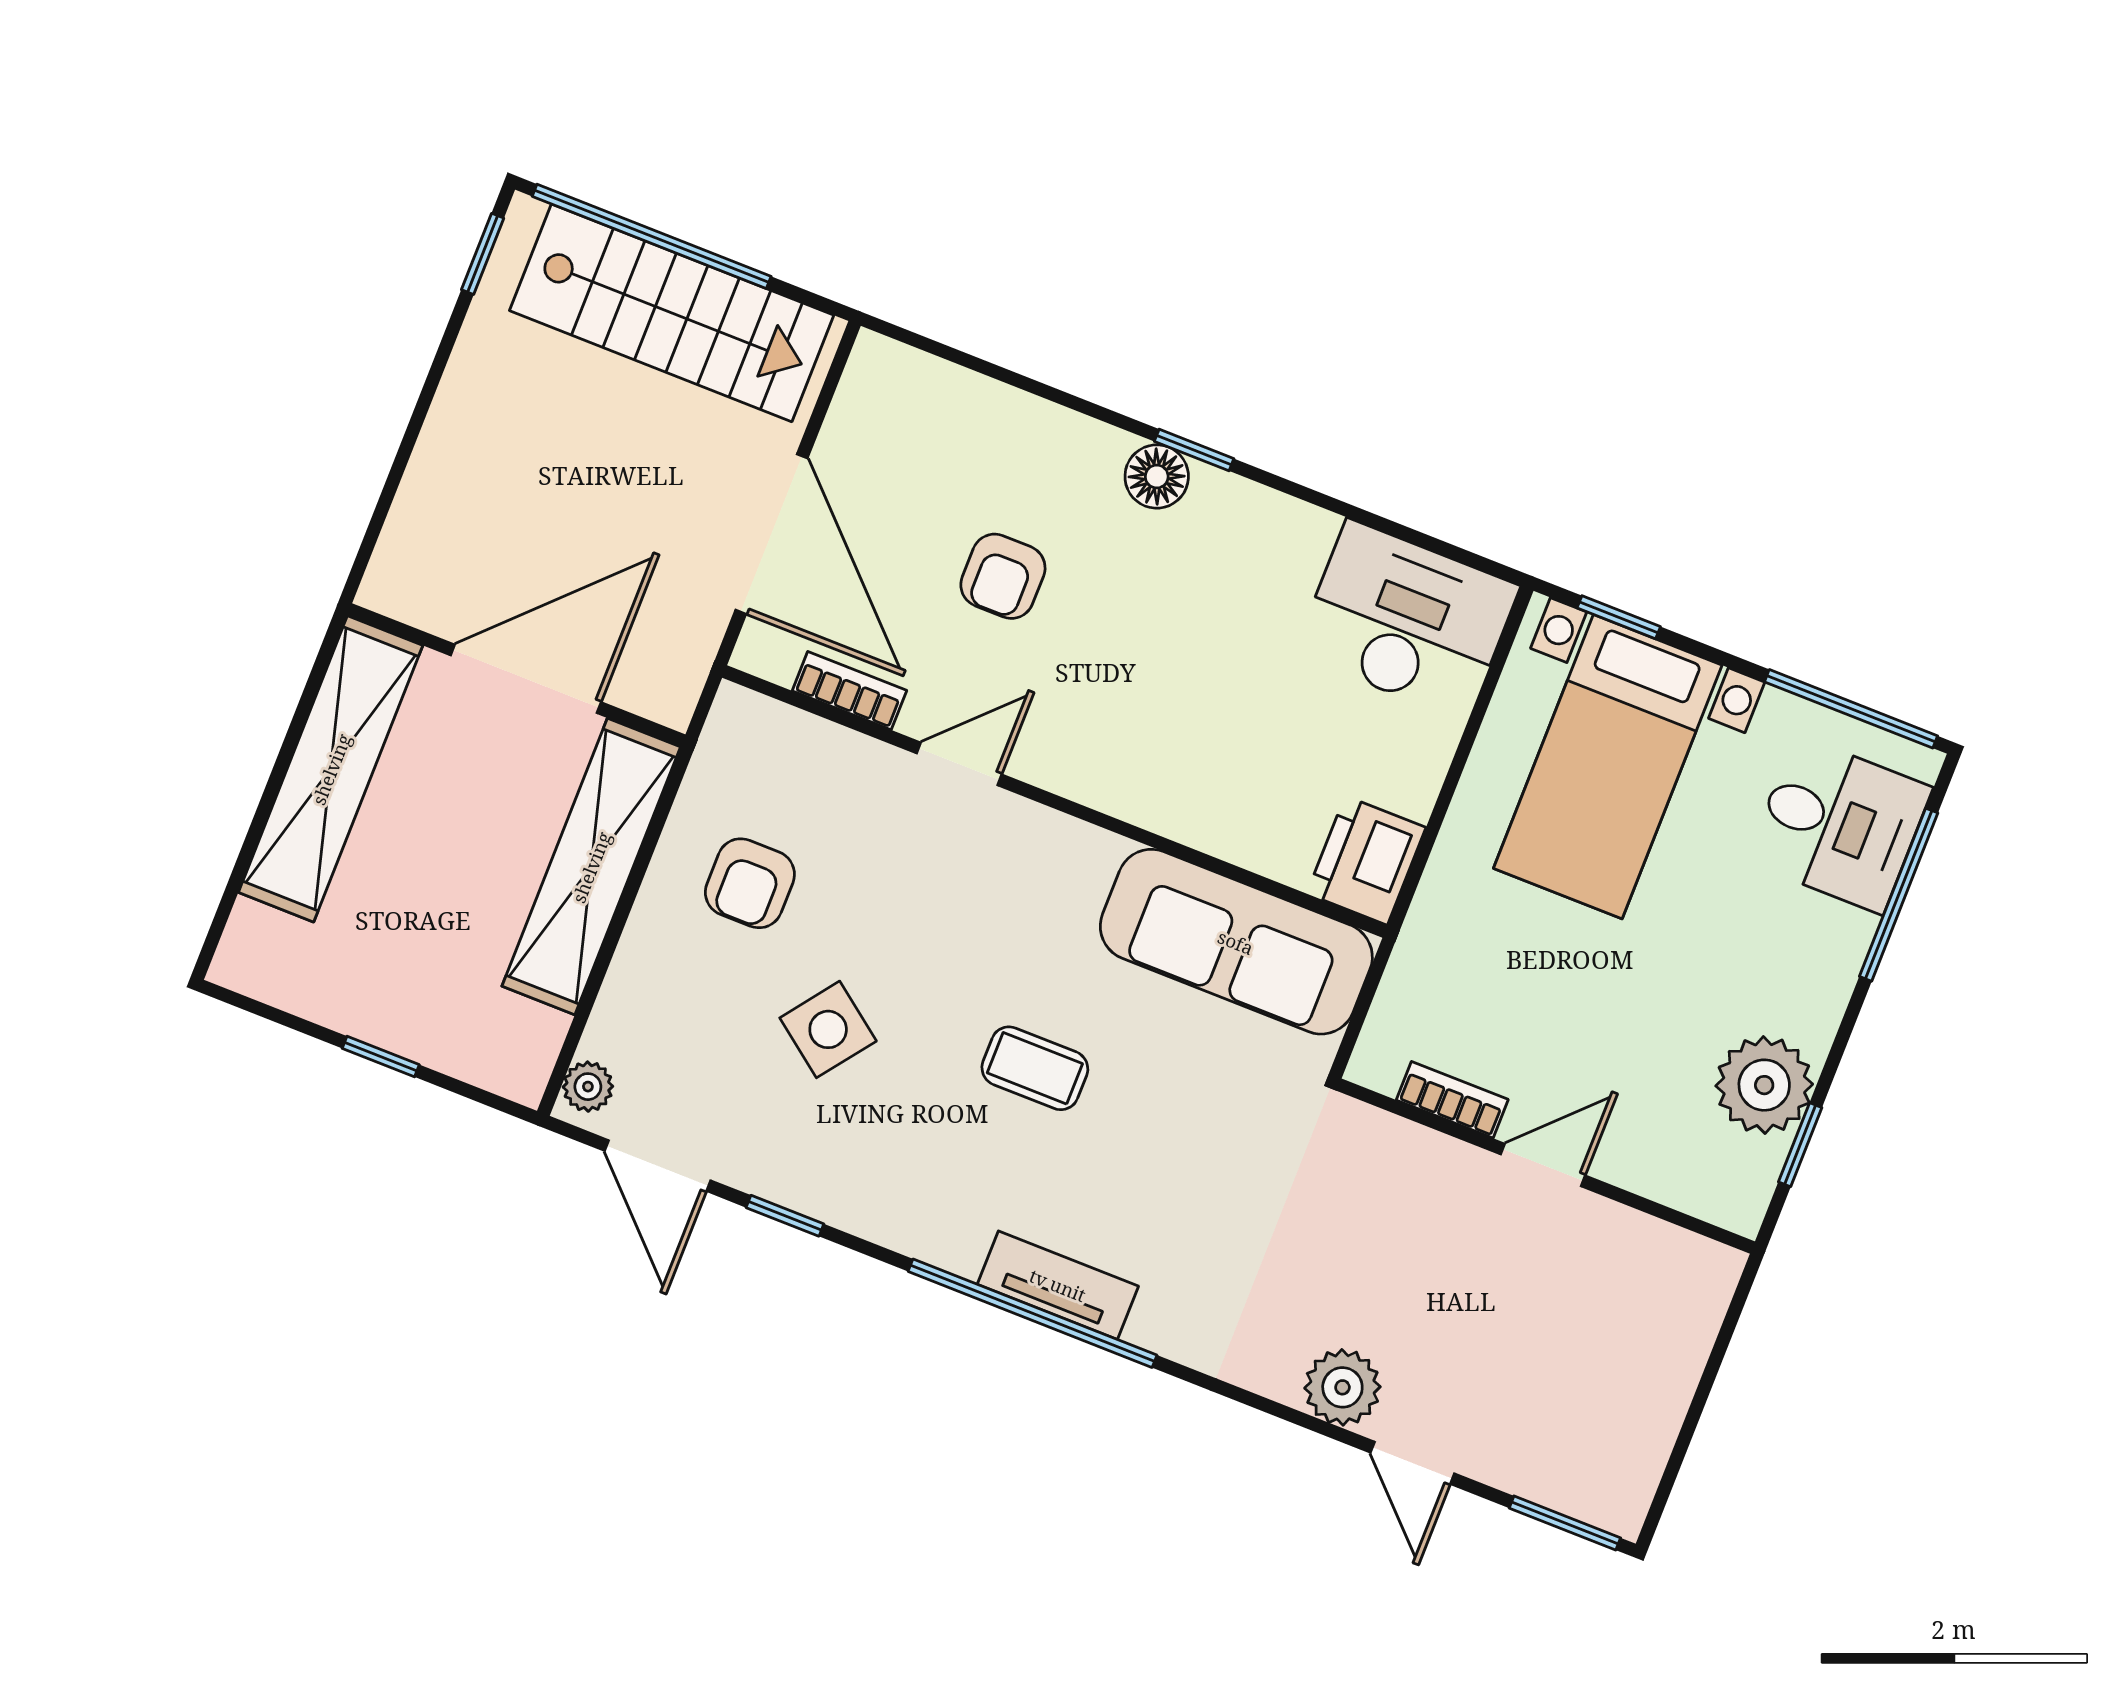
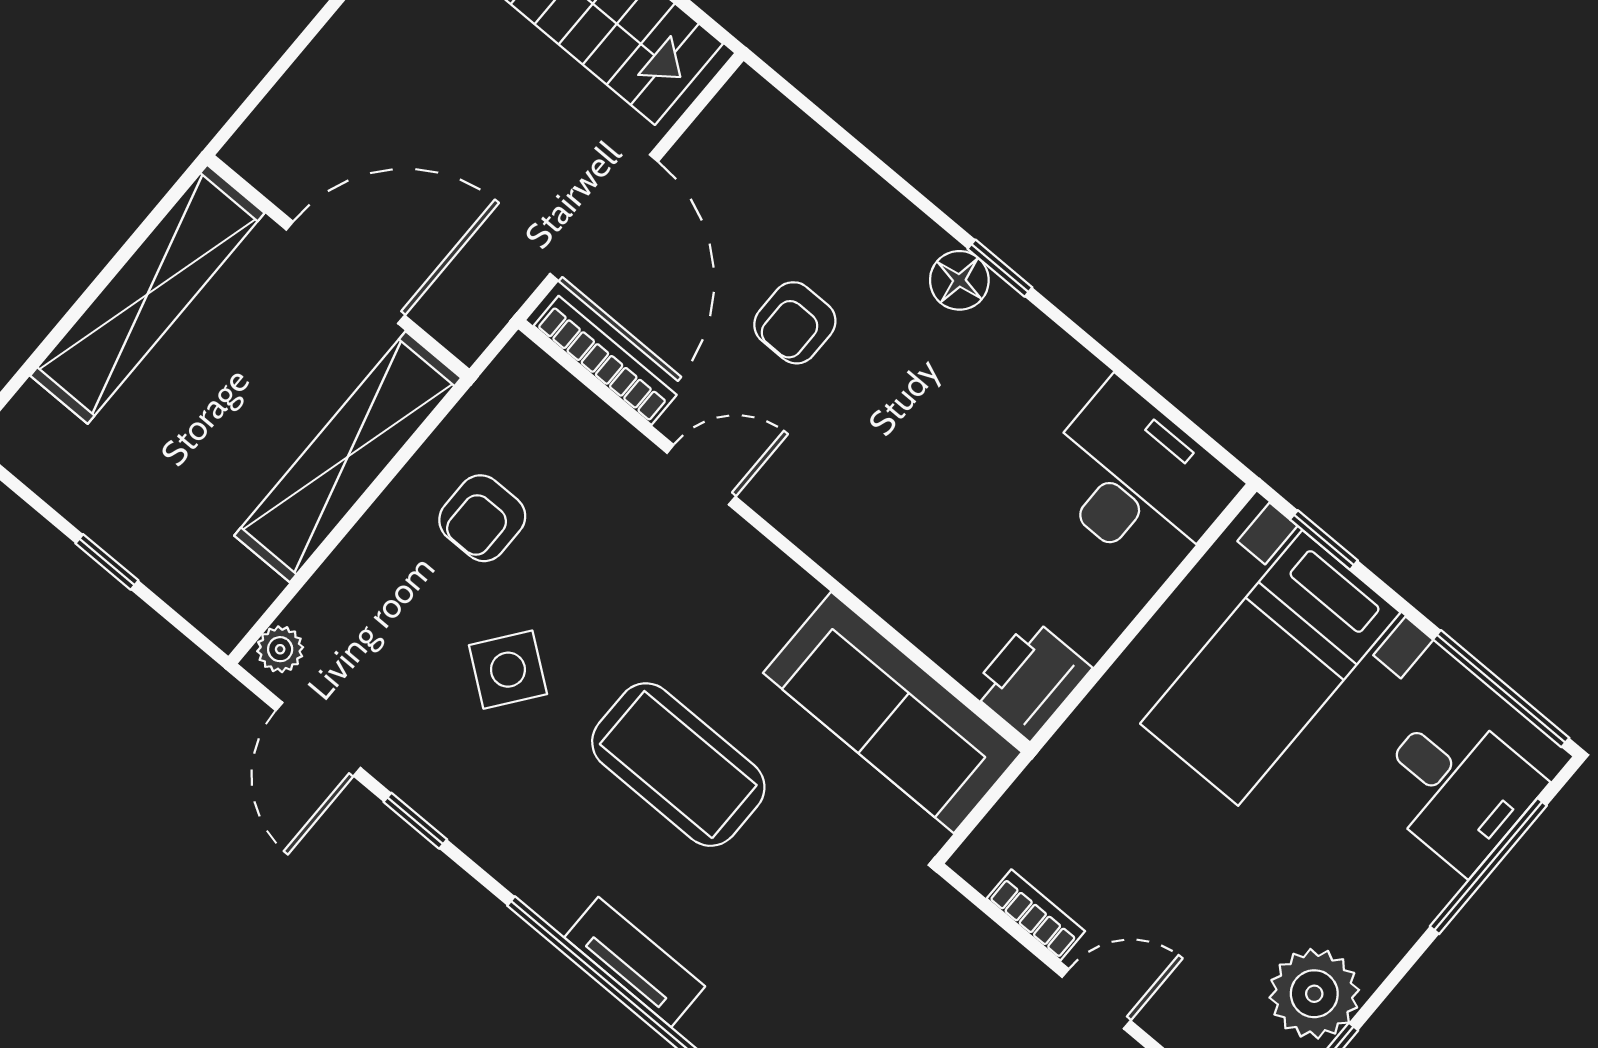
bookcase: (849, 691) -> (605, 360), width x1.56
coffee table: (1035, 1068) -> (678, 765), width x1.86, depth x1.72

